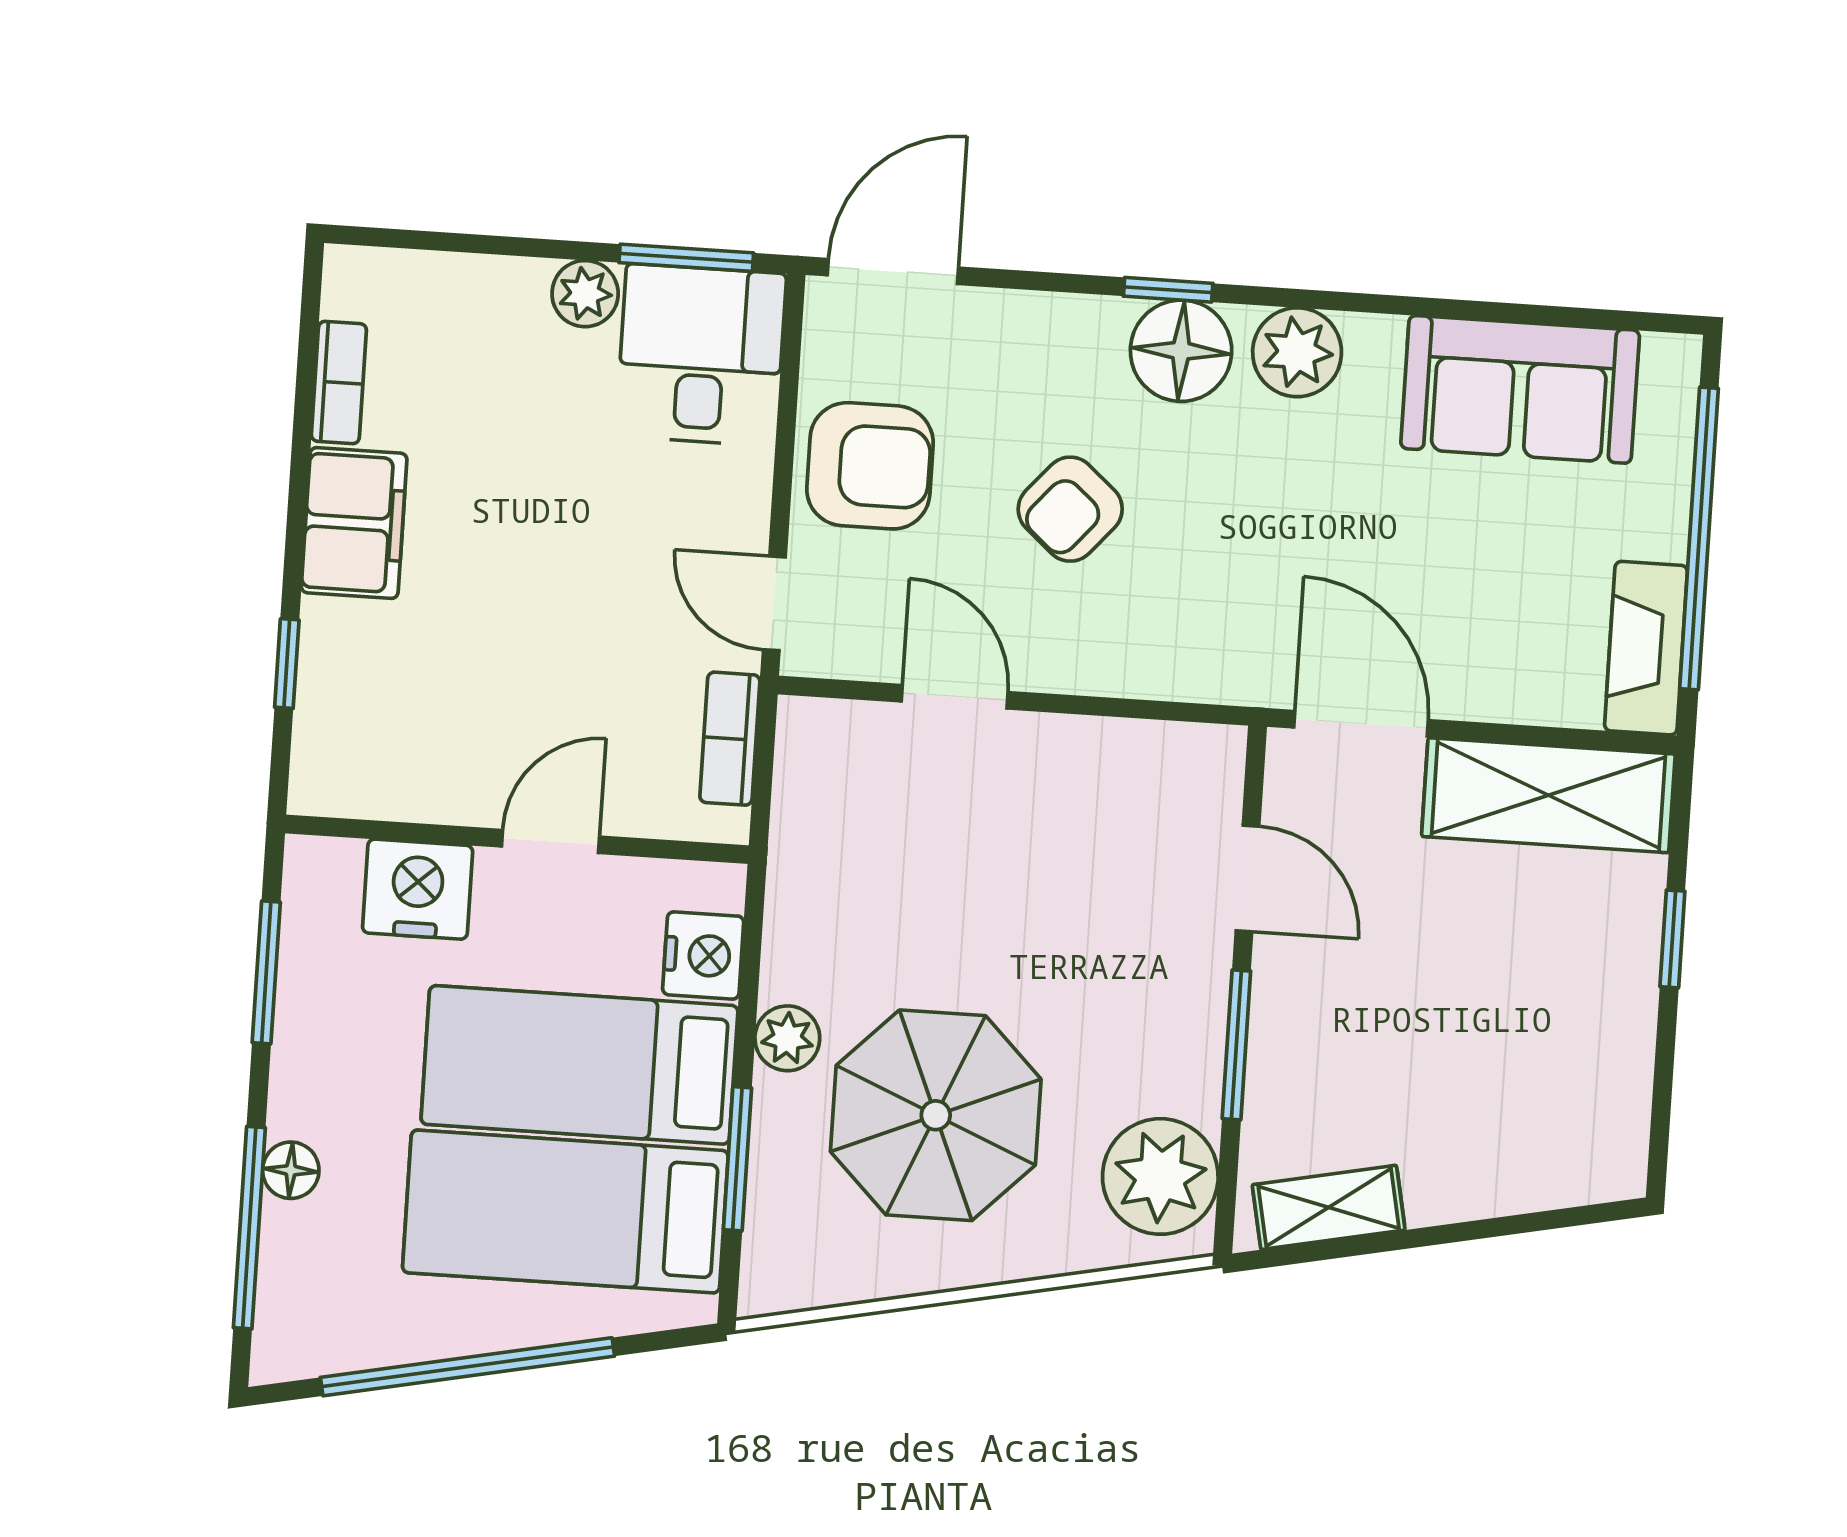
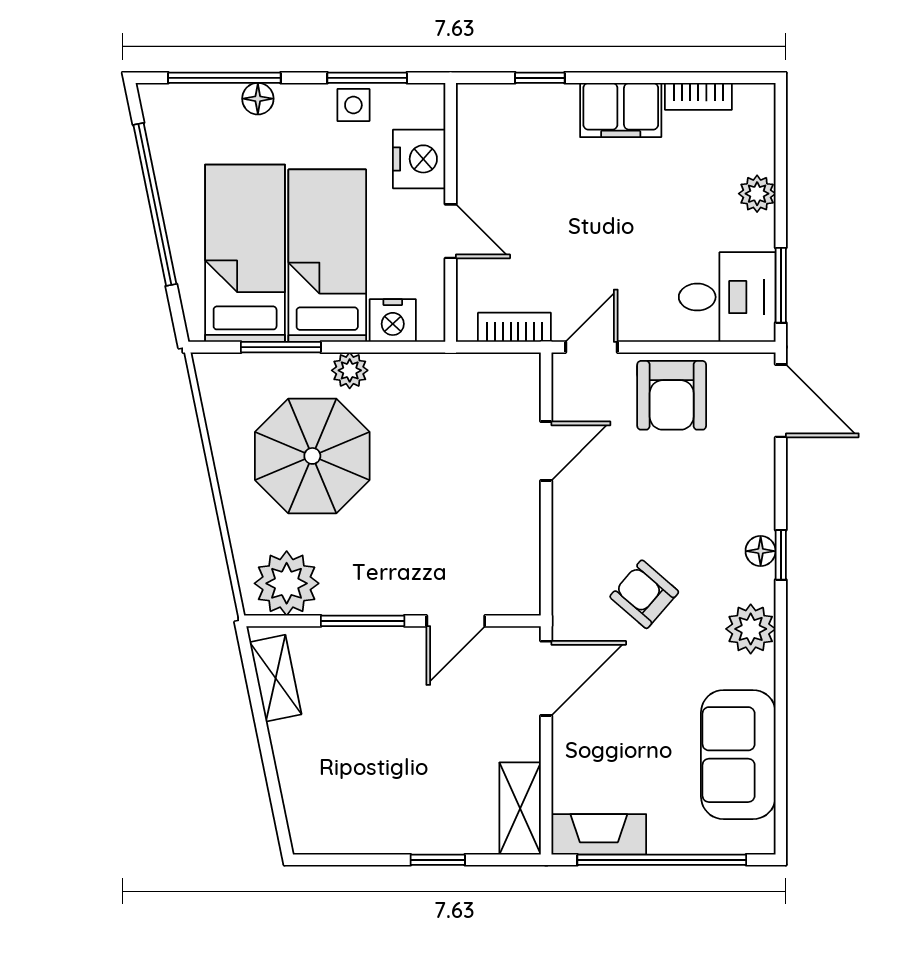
plant: (585, 294) -> (757, 194), moved
floor lamp: (1181, 351) -> (761, 551), width x0.53, depth x0.53
armchair: (1070, 509) -> (644, 594), moved
shelving: (1548, 795) -> (520, 808), width x0.67, depth x0.75
side table: (313, 1000) -> (353, 105), added

